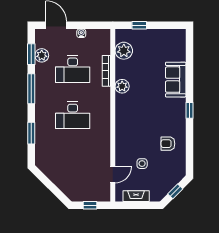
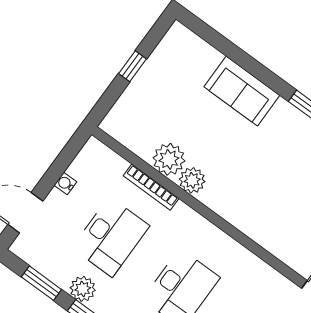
window: (139, 25) -> (133, 66), moved
plant: (124, 51) -> (169, 159), moved
plant: (42, 55) -> (83, 289), moved

